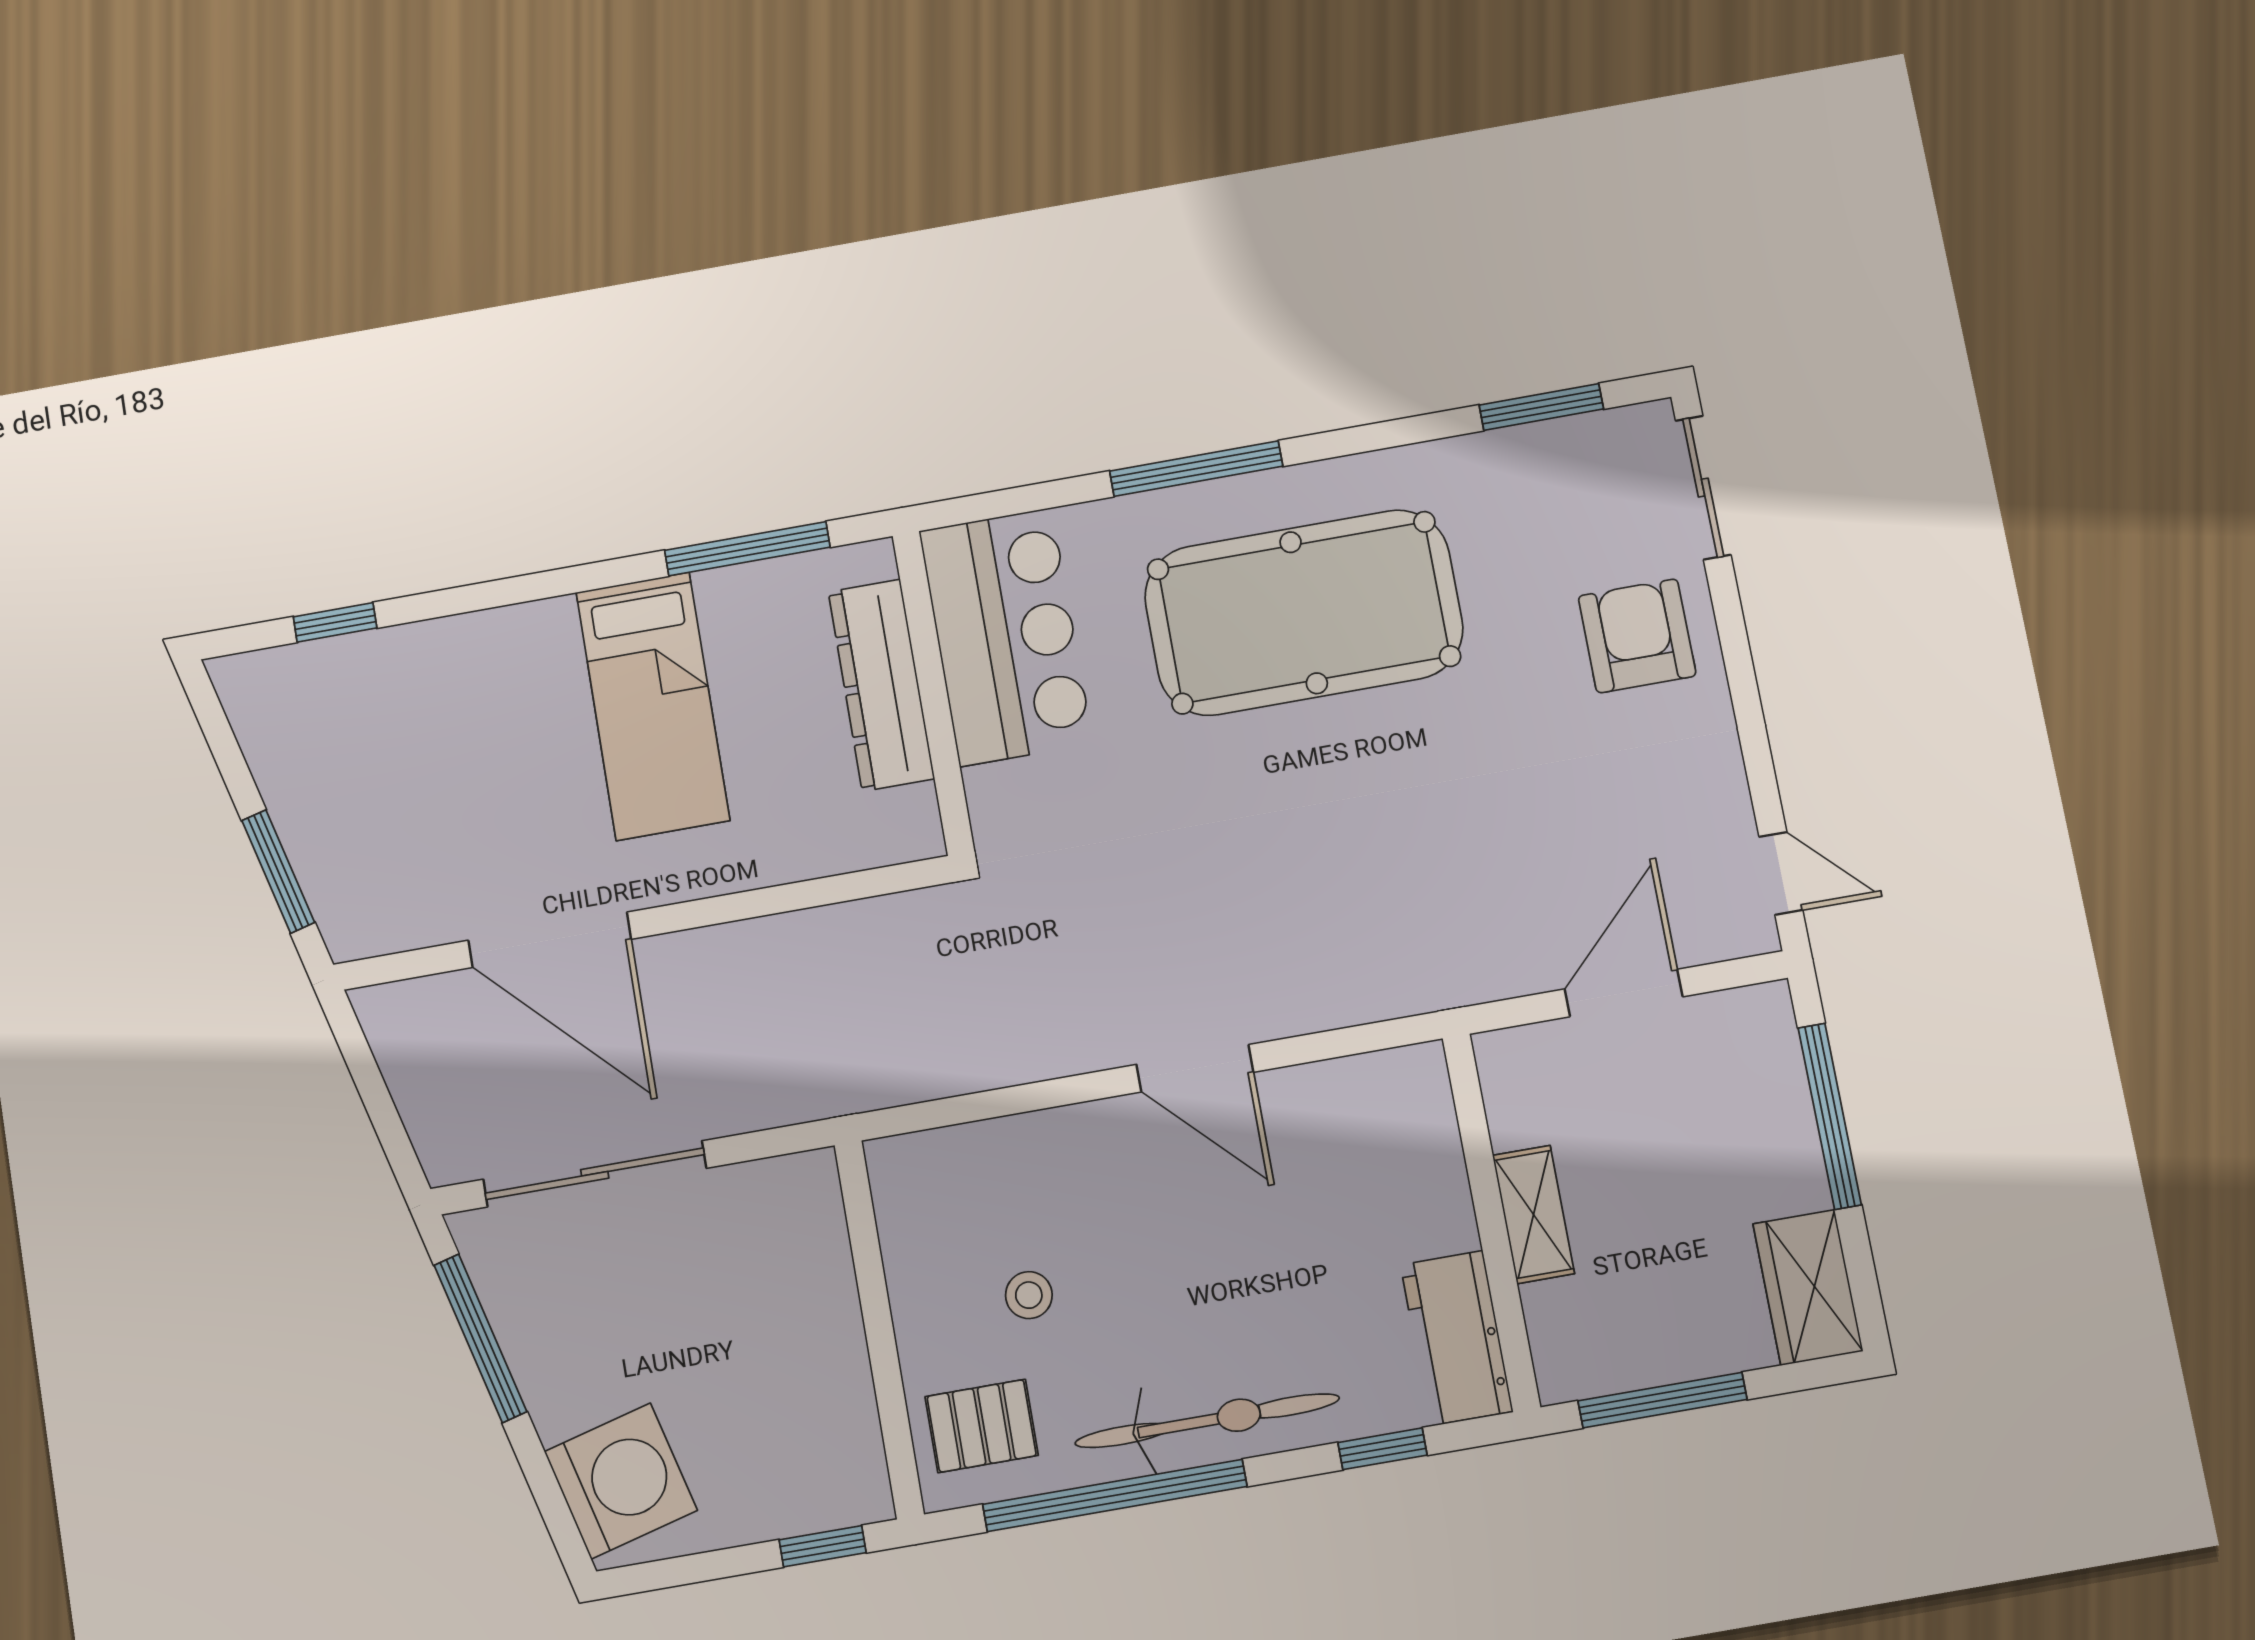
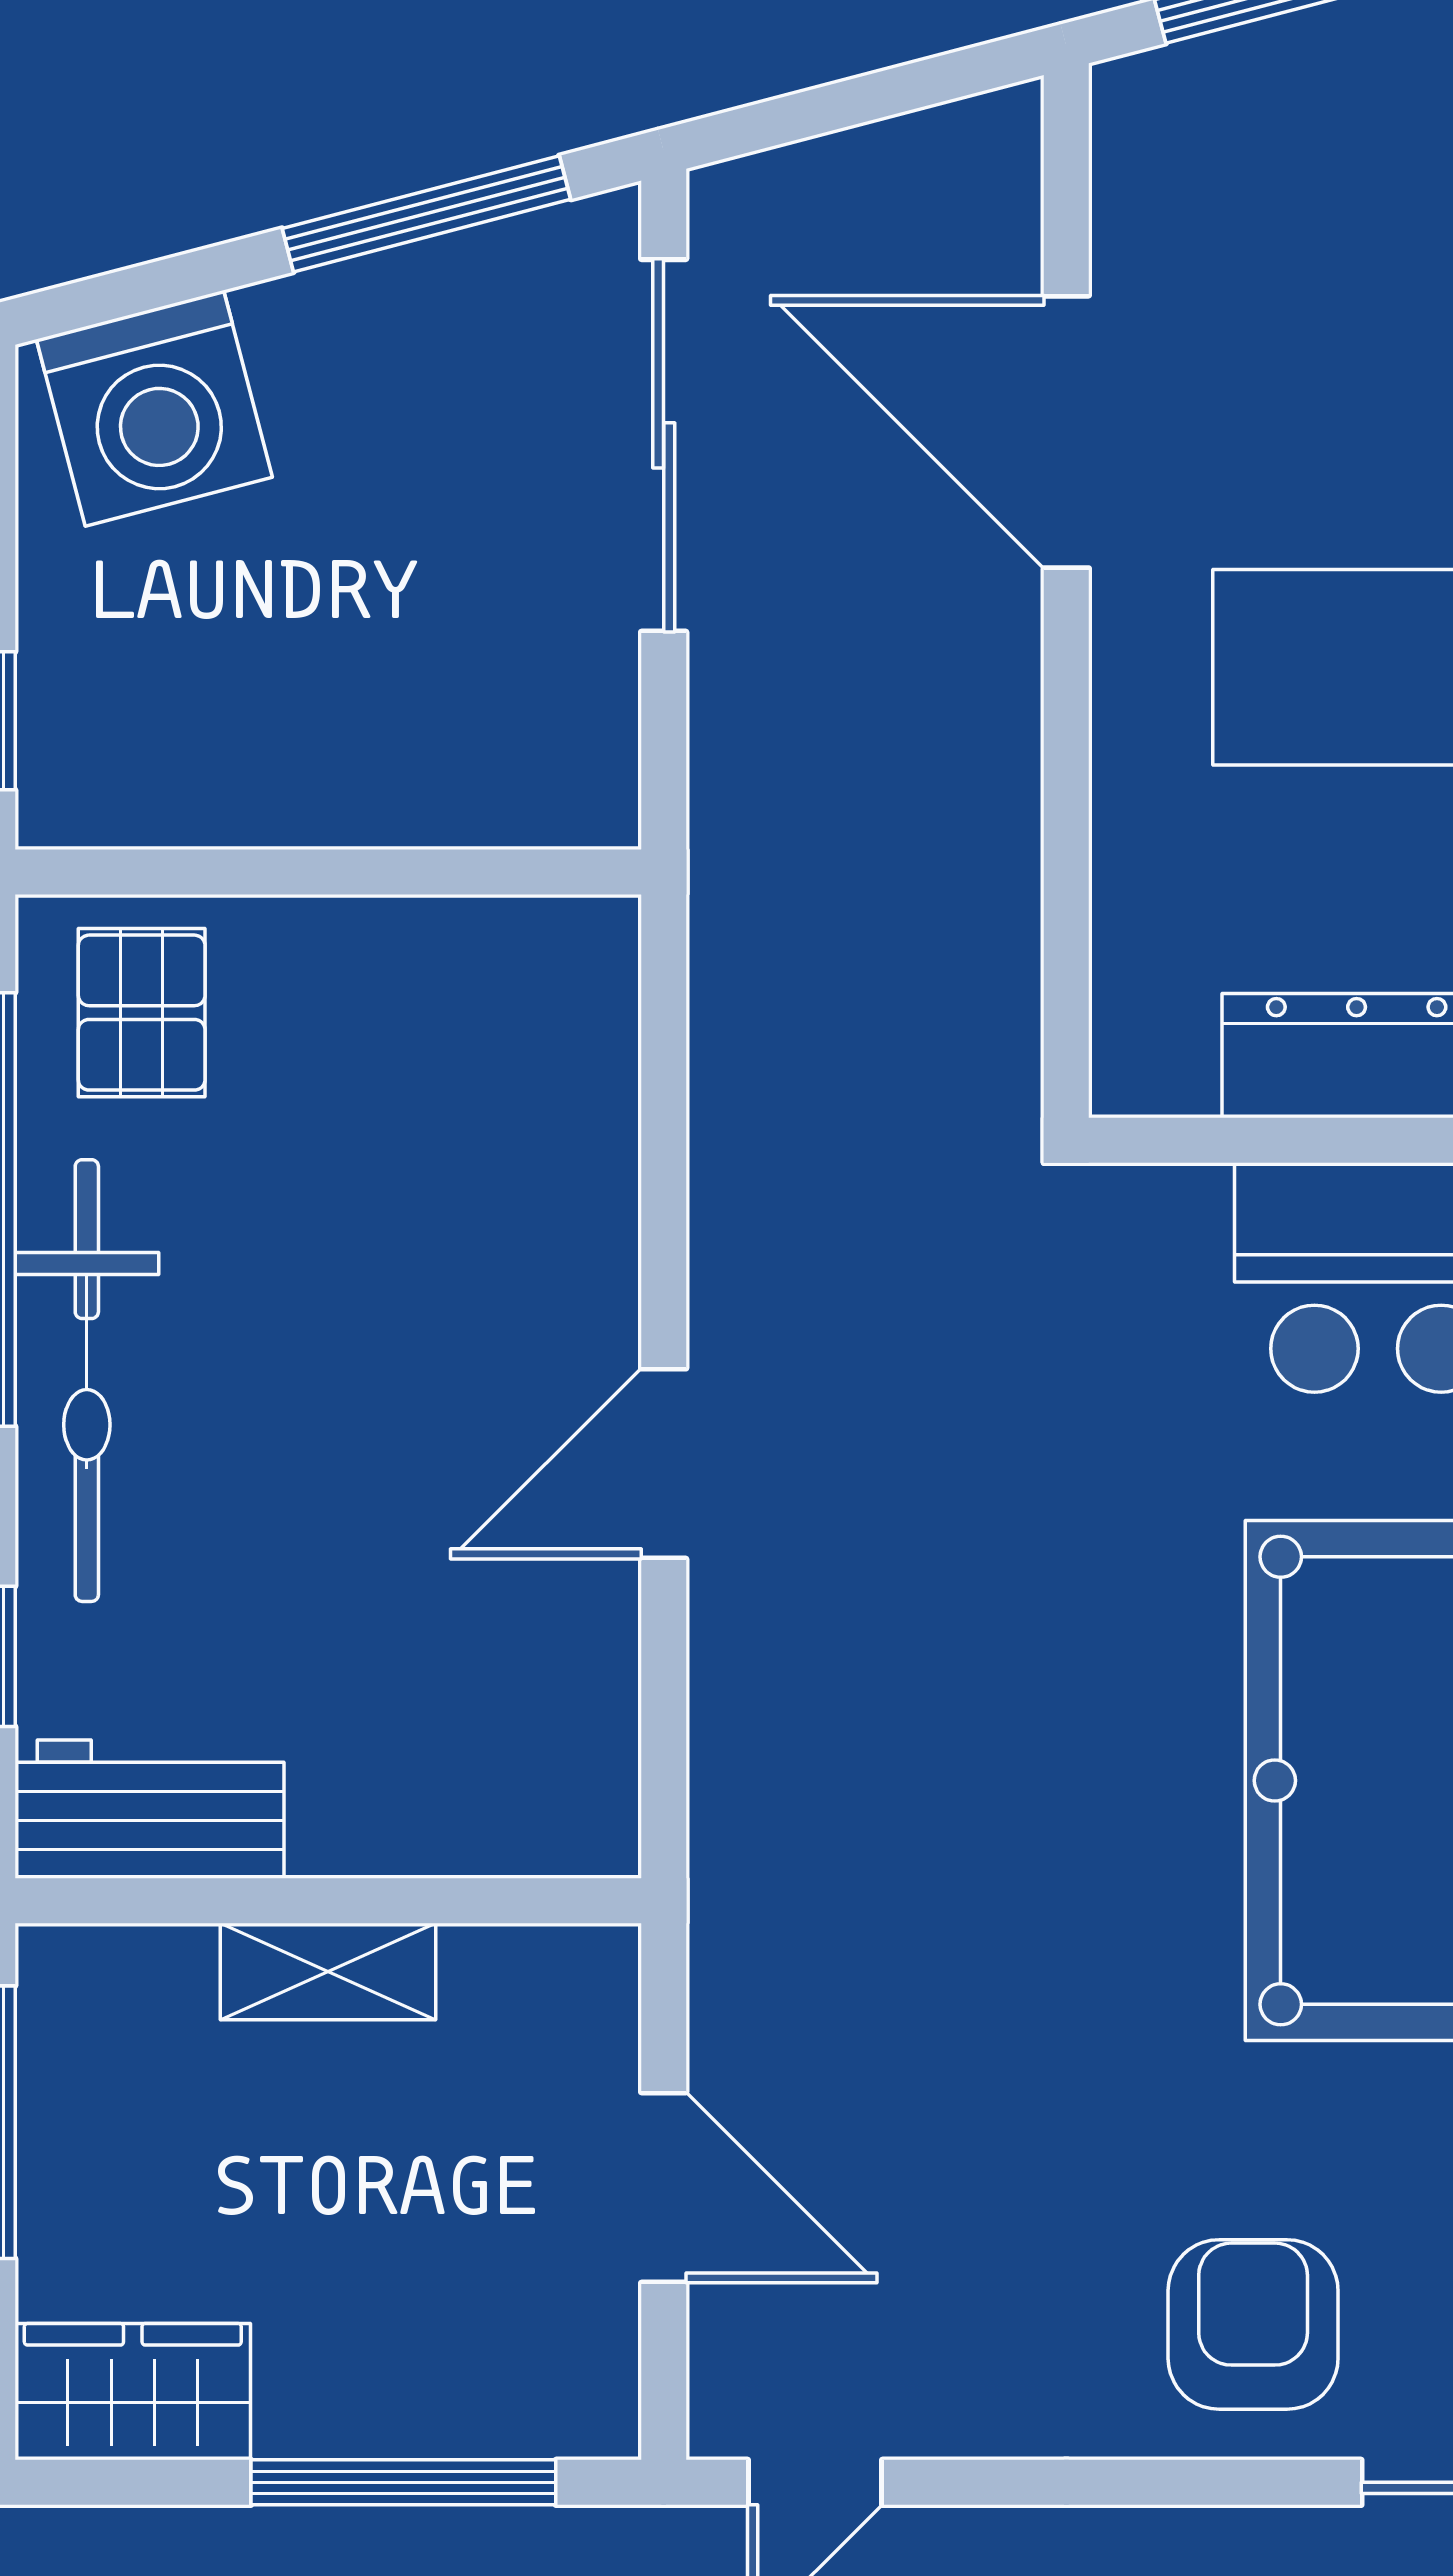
armchair: (1637, 636) -> (1253, 2324), turned -90
door: (550, 940) -> (1066, 432), hinge flipped
stool: (1029, 1295) -> (340, 1126), removed

